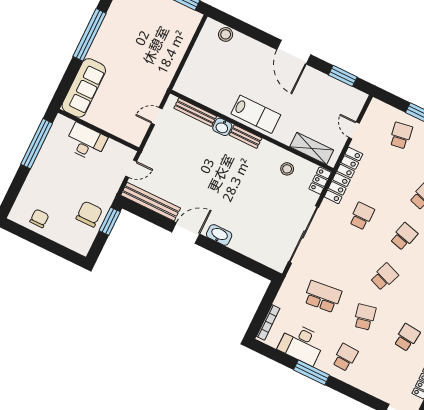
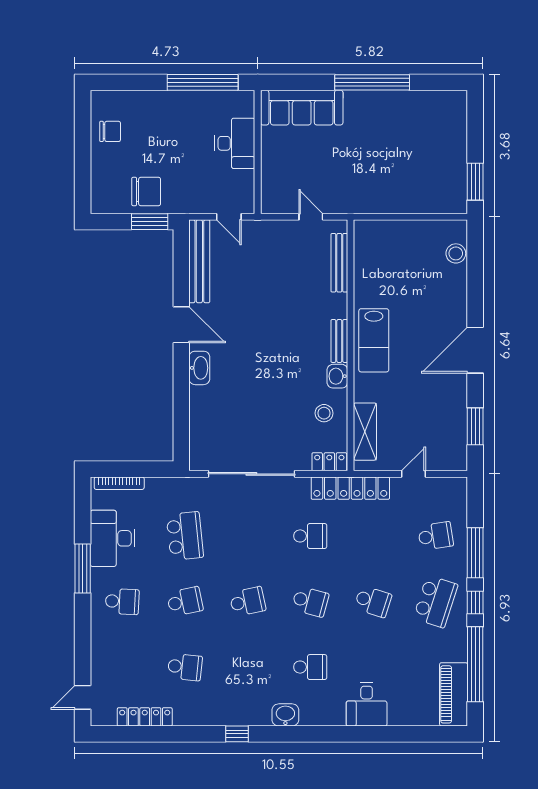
washbasin: (222, 127) -> (337, 376), moved
school desk: (384, 277) -> (248, 602), turned -33

